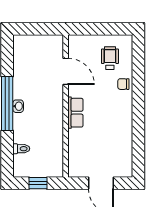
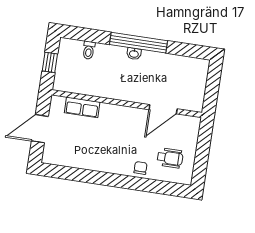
row of seats: (75, 113) -> (82, 107), moved

